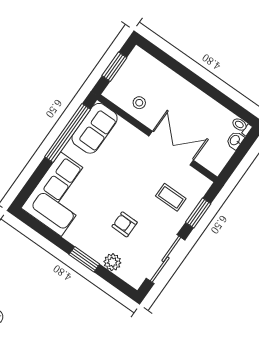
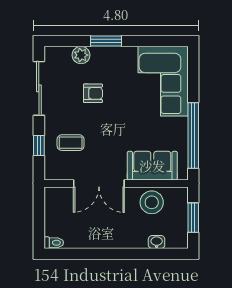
stool: (139, 103) -> (152, 202), width x1.89, depth x1.89
sofa: (95, 128) -> (152, 166), moved, turned 90
washbasin: (235, 140) -> (157, 242), moved, turned -90
window: (198, 213) -> (39, 146), width x0.67

